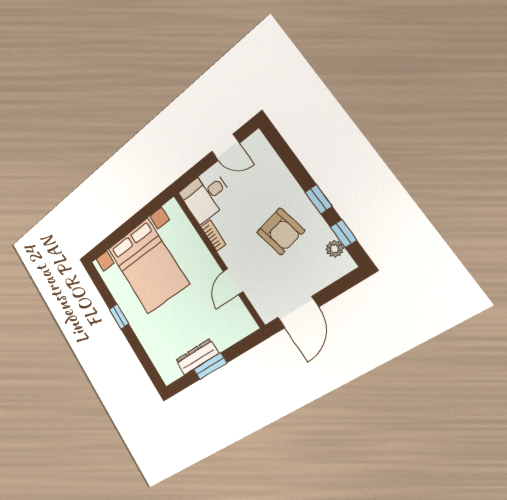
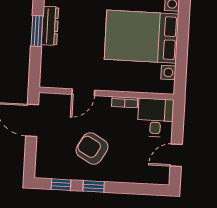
armchair: (281, 231) -> (92, 149), turned 41
plant: (335, 249) -> (56, 173), removed
door: (233, 282) -> (83, 92), swing flipped

